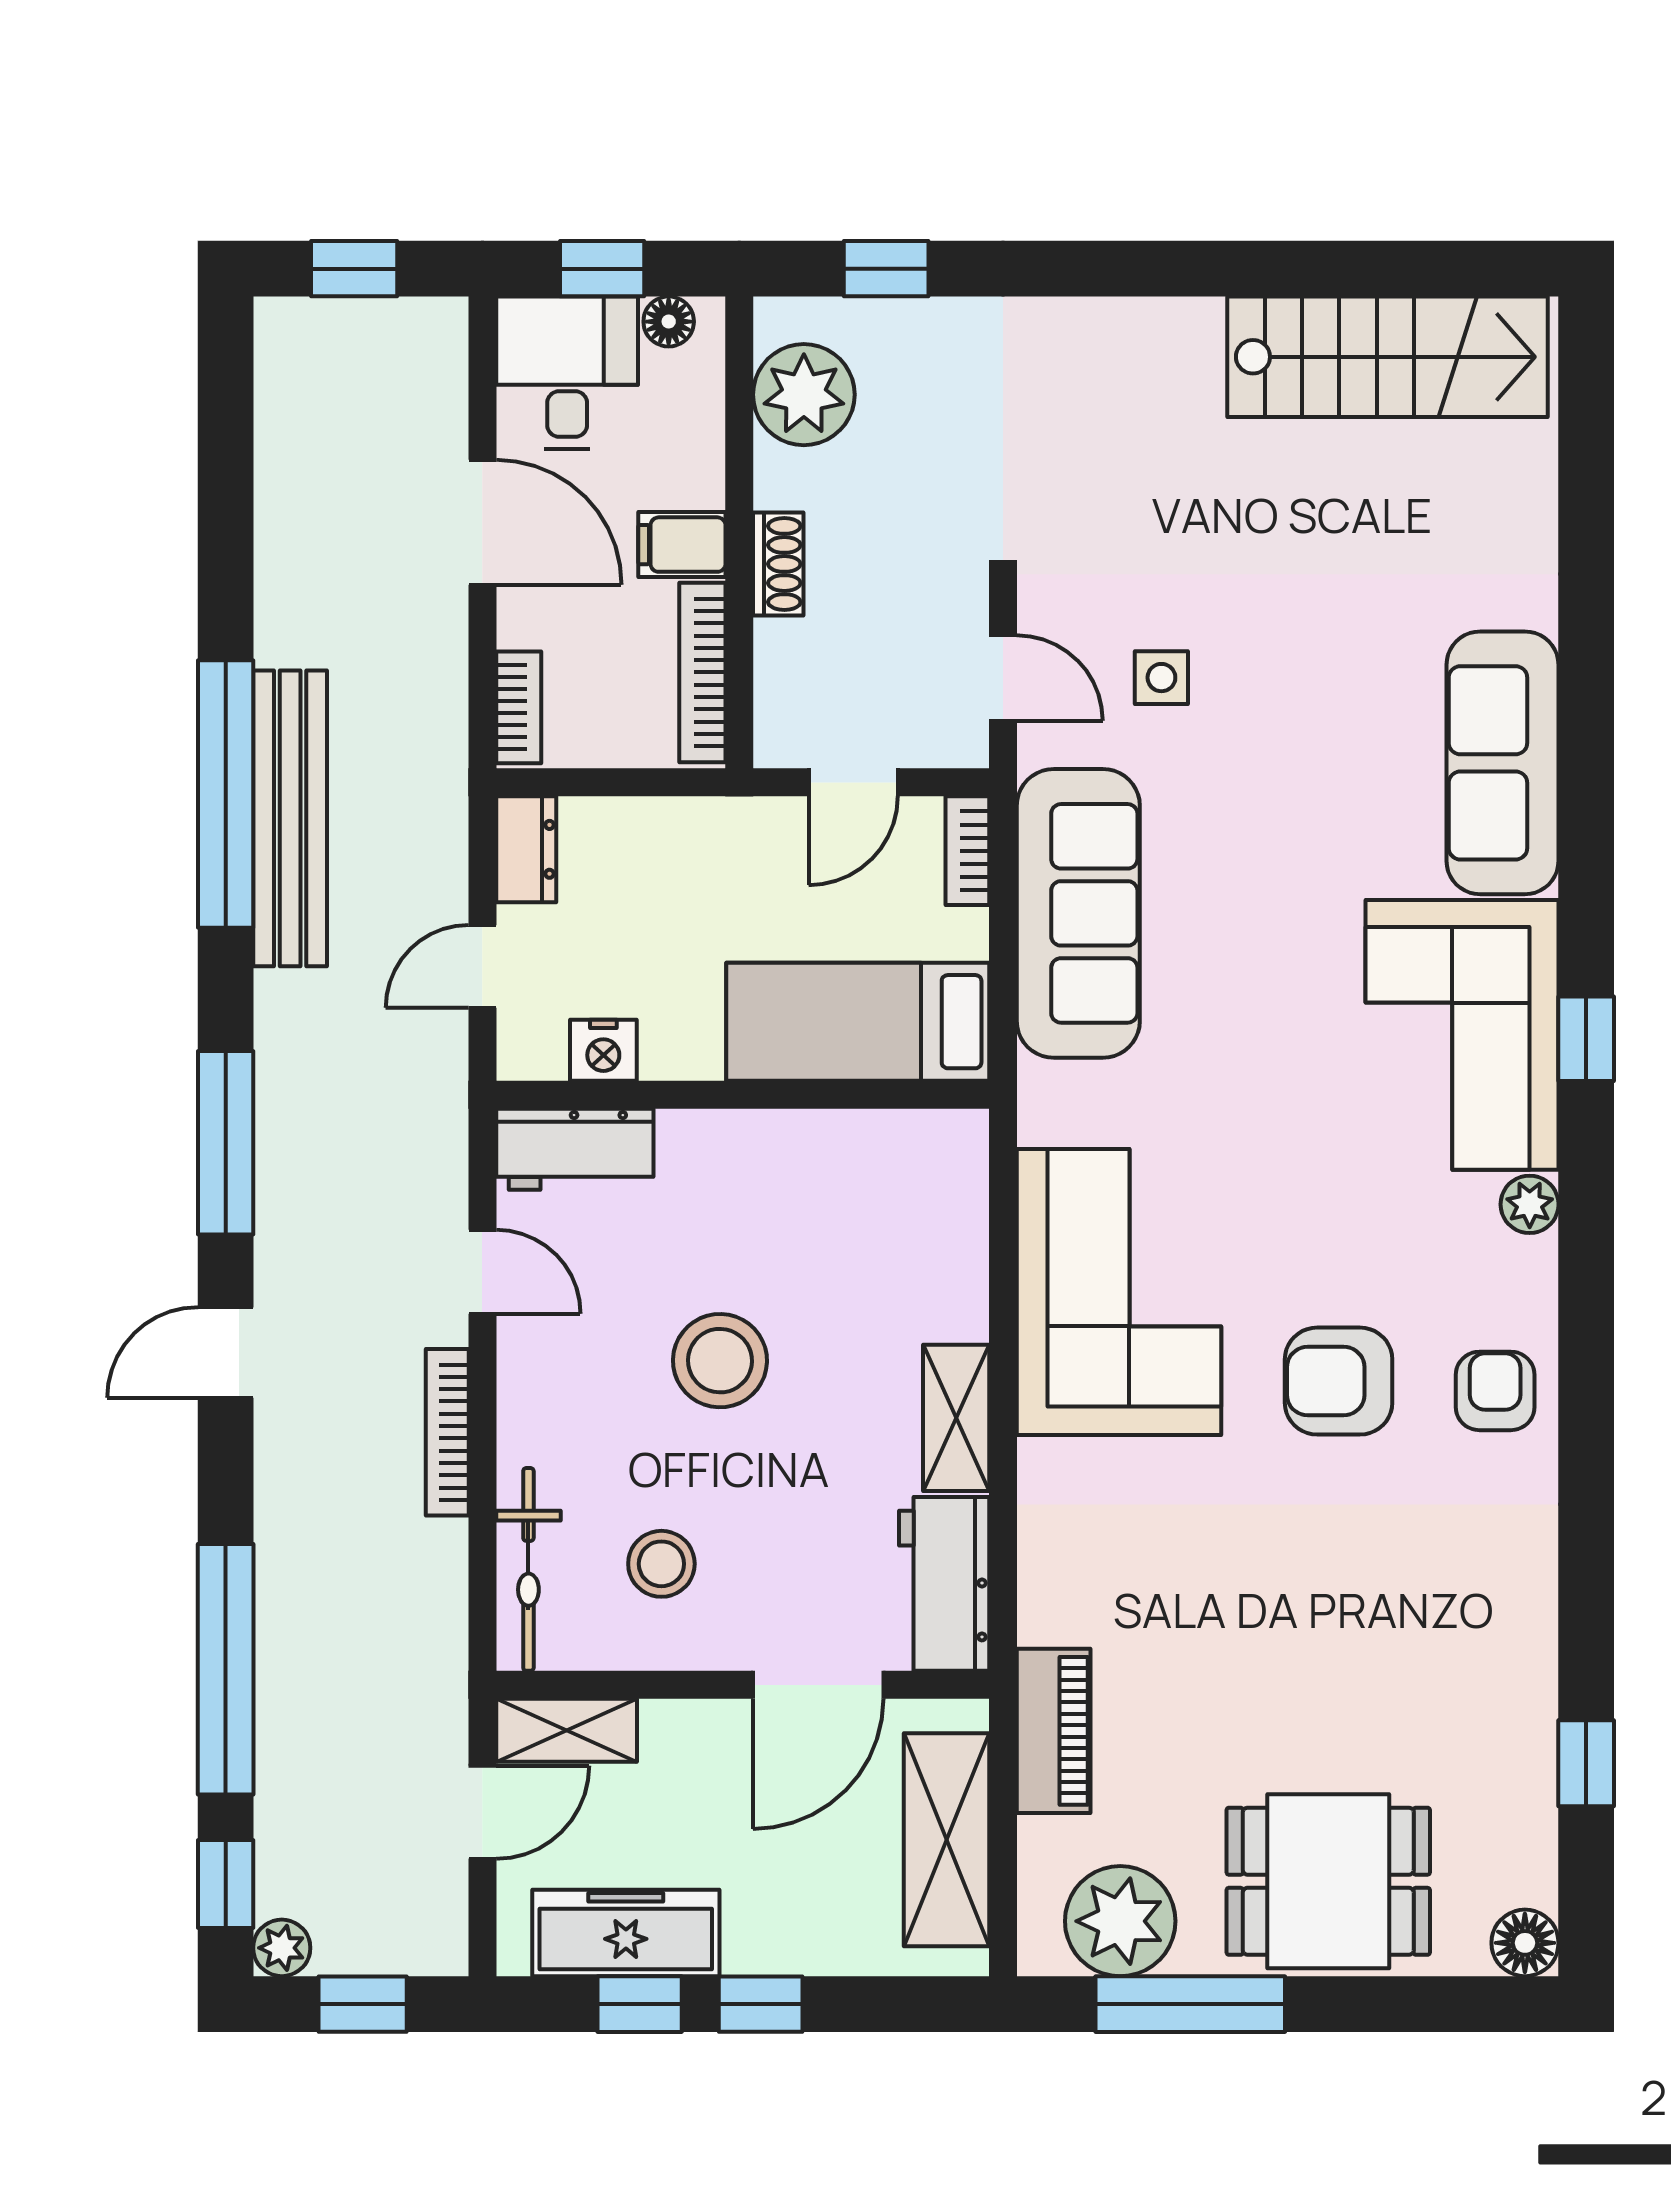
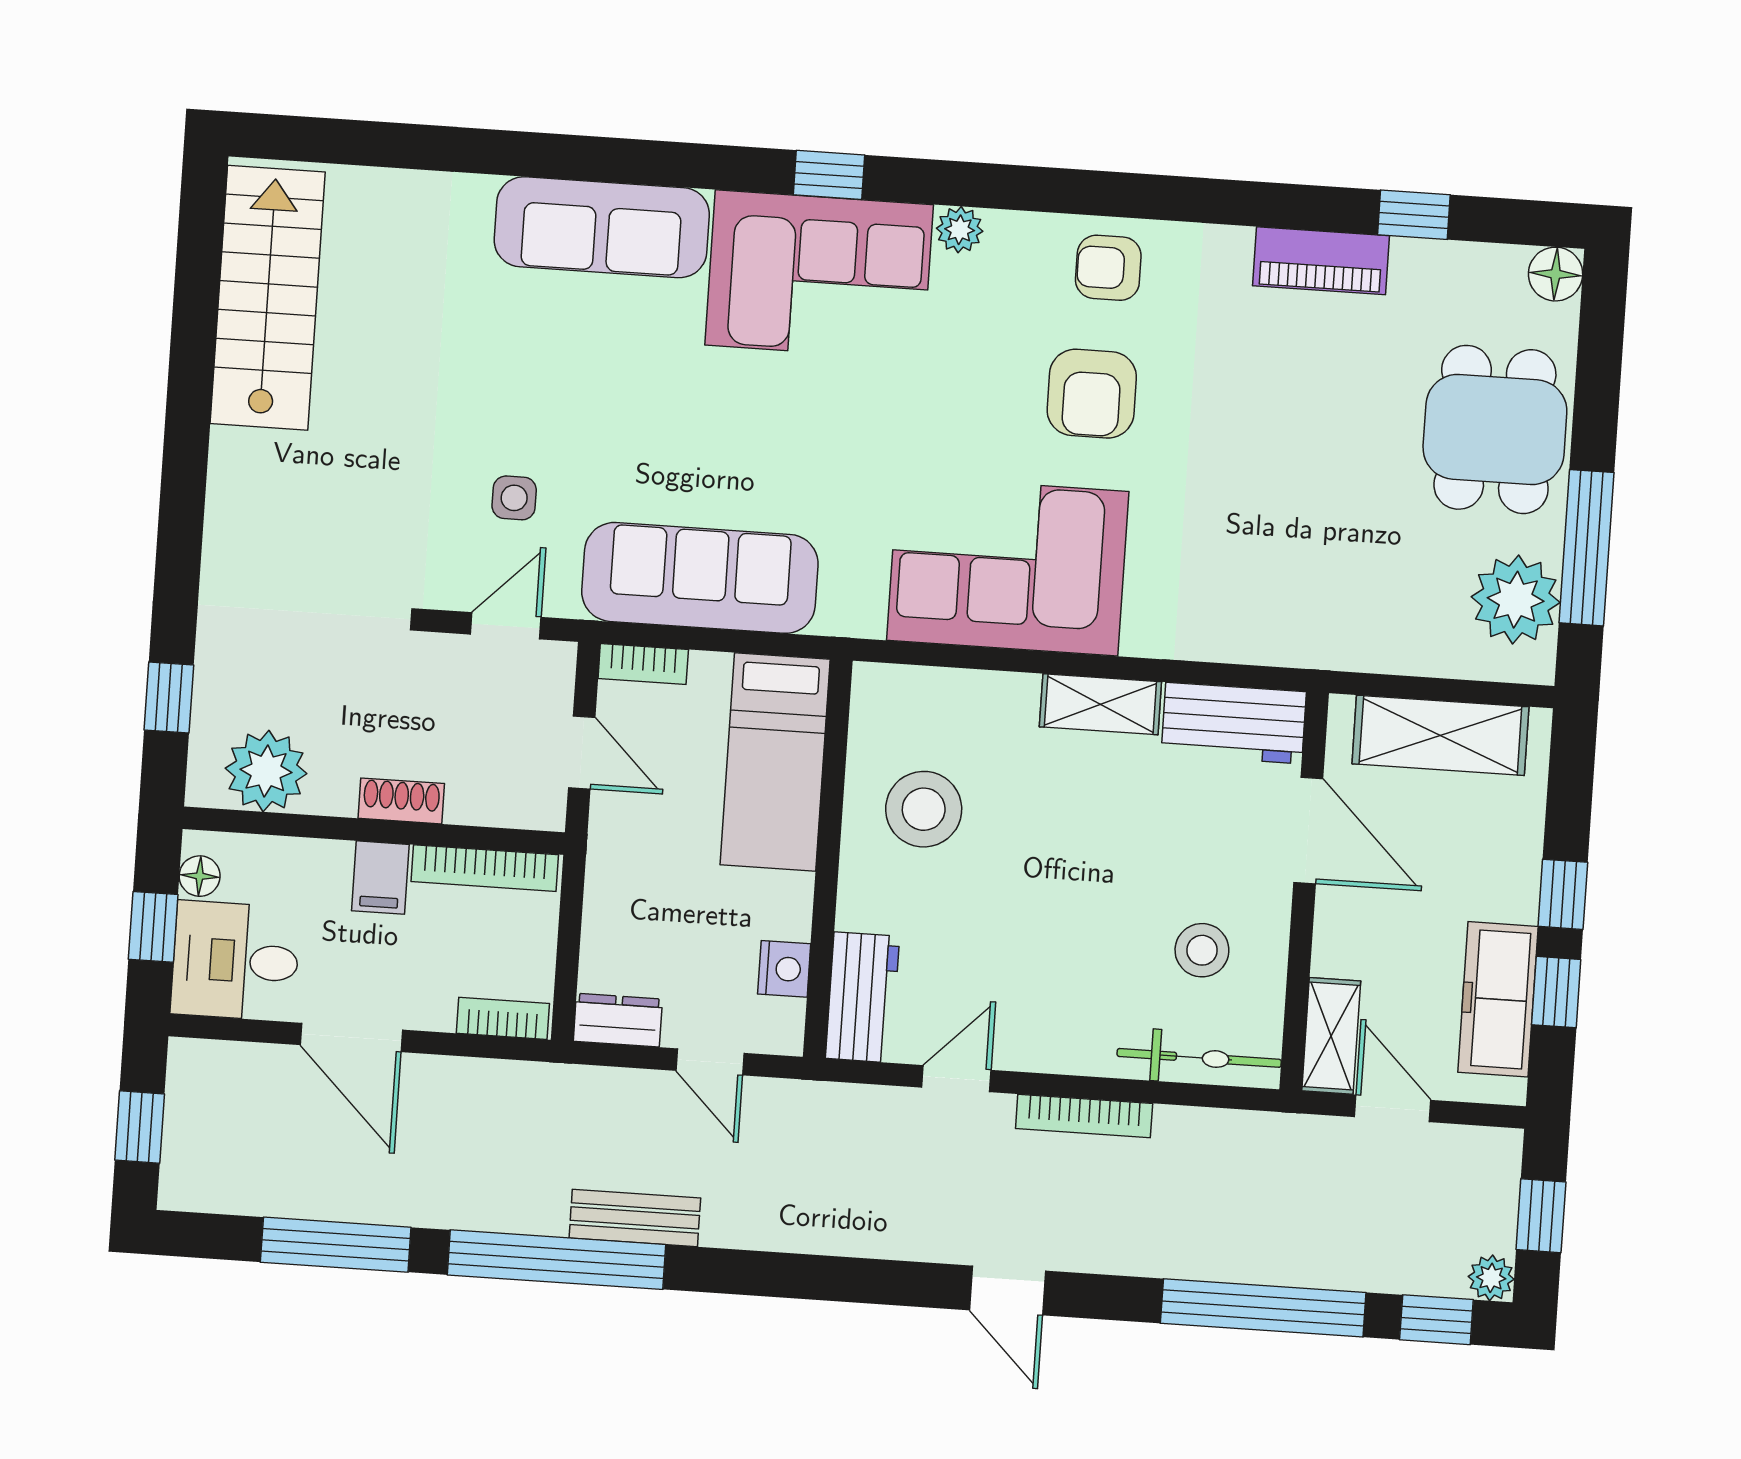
door: (482, 522) -> (351, 1037), swing flipped
bench: (290, 818) -> (635, 1218), width x0.54, depth x0.82
window: (226, 1143) -> (336, 1245), moved
stool: (720, 1361) -> (924, 809), moved
piano: (1054, 1731) -> (1321, 261), moved, turned 180

